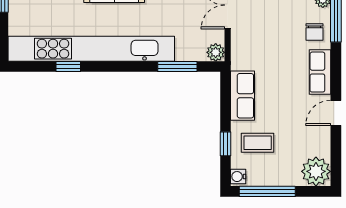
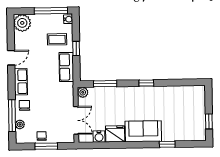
kitchen unit: (91, 49) -> (156, 93), removed
window: (68, 66) -> (146, 83), moved
window: (226, 144) -> (76, 49), moved

